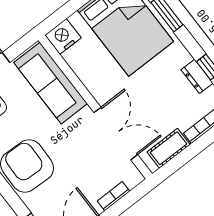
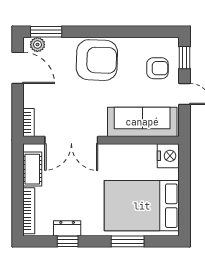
bookcase: (114, 196) -> (29, 122), moved

